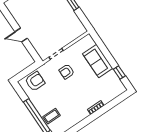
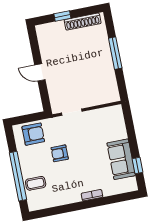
sofa: (98, 61) -> (121, 159), moved
armchair: (67, 72) -> (60, 153), moved

